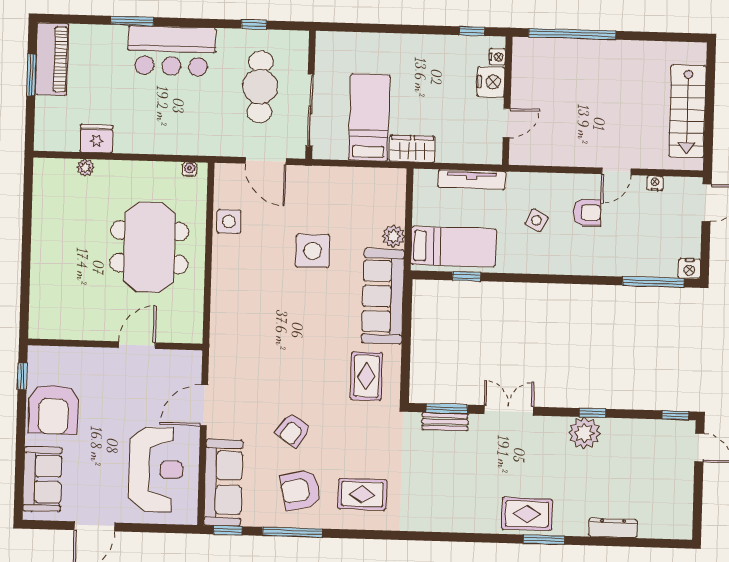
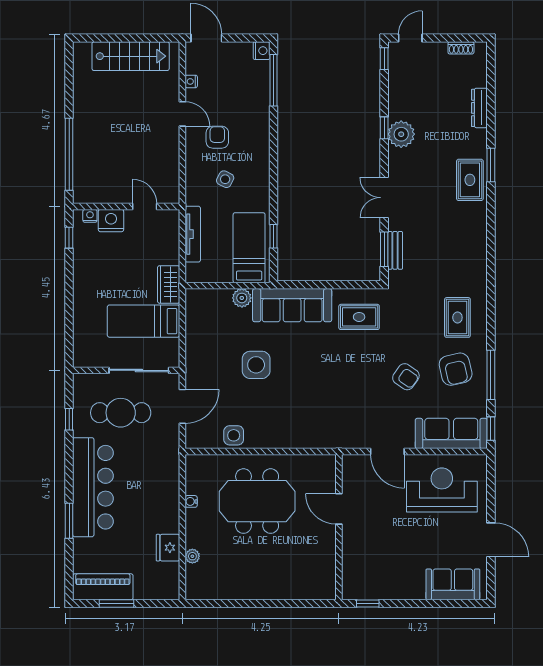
bar counter: (172, 51) -> (93, 487), width x1.36
water cooler: (190, 169) -> (191, 501), moved
armchair: (53, 409) -> (395, 577), removed
shoe rack: (686, 508) -> (461, 48), added

